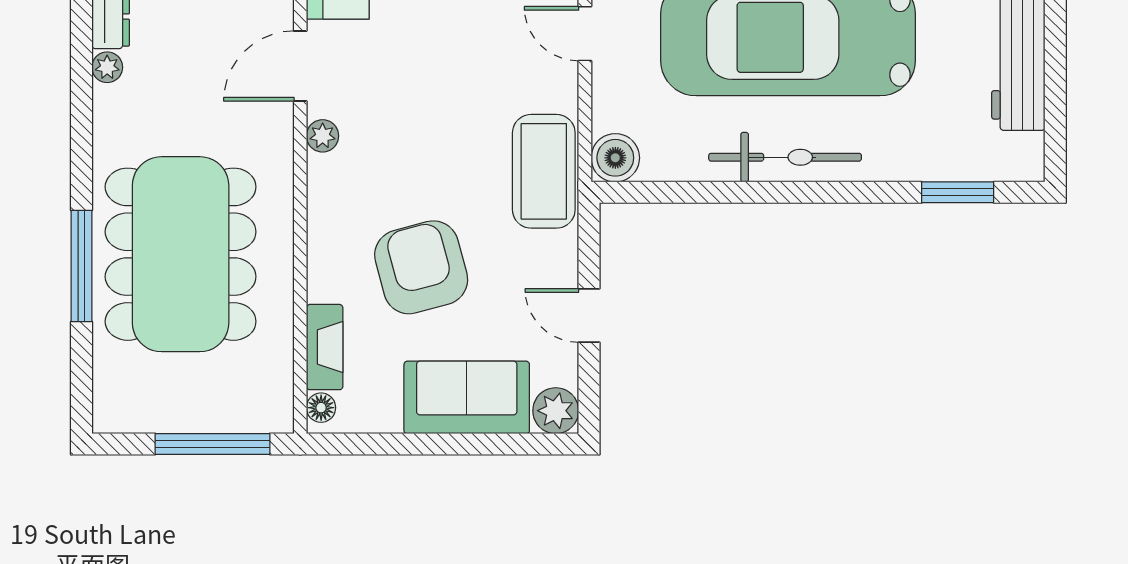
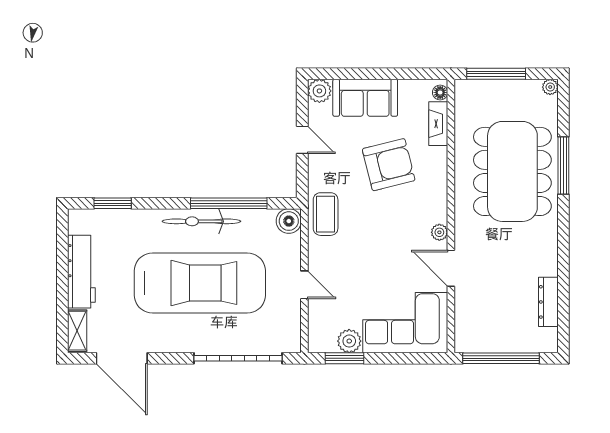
door: (300, 66) -> (451, 268), swing flipped
plant: (107, 67) -> (550, 87), moved
coffee table: (544, 171) -> (326, 214), width x0.73, depth x0.76
window: (732, 192) -> (229, 203), added
armchair: (421, 267) -> (389, 165), turned -89

